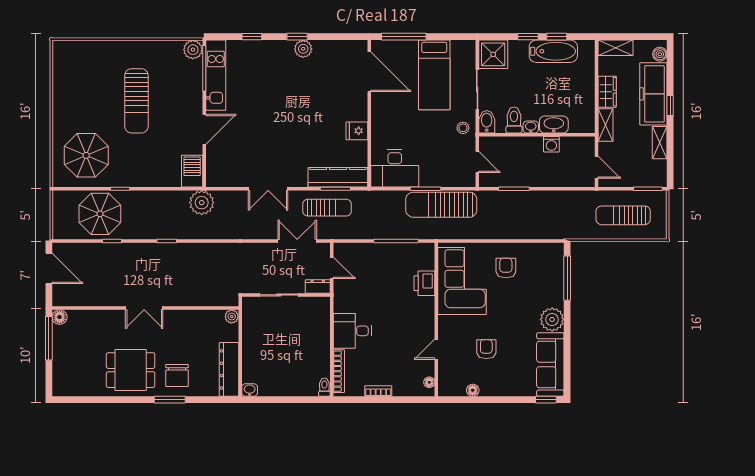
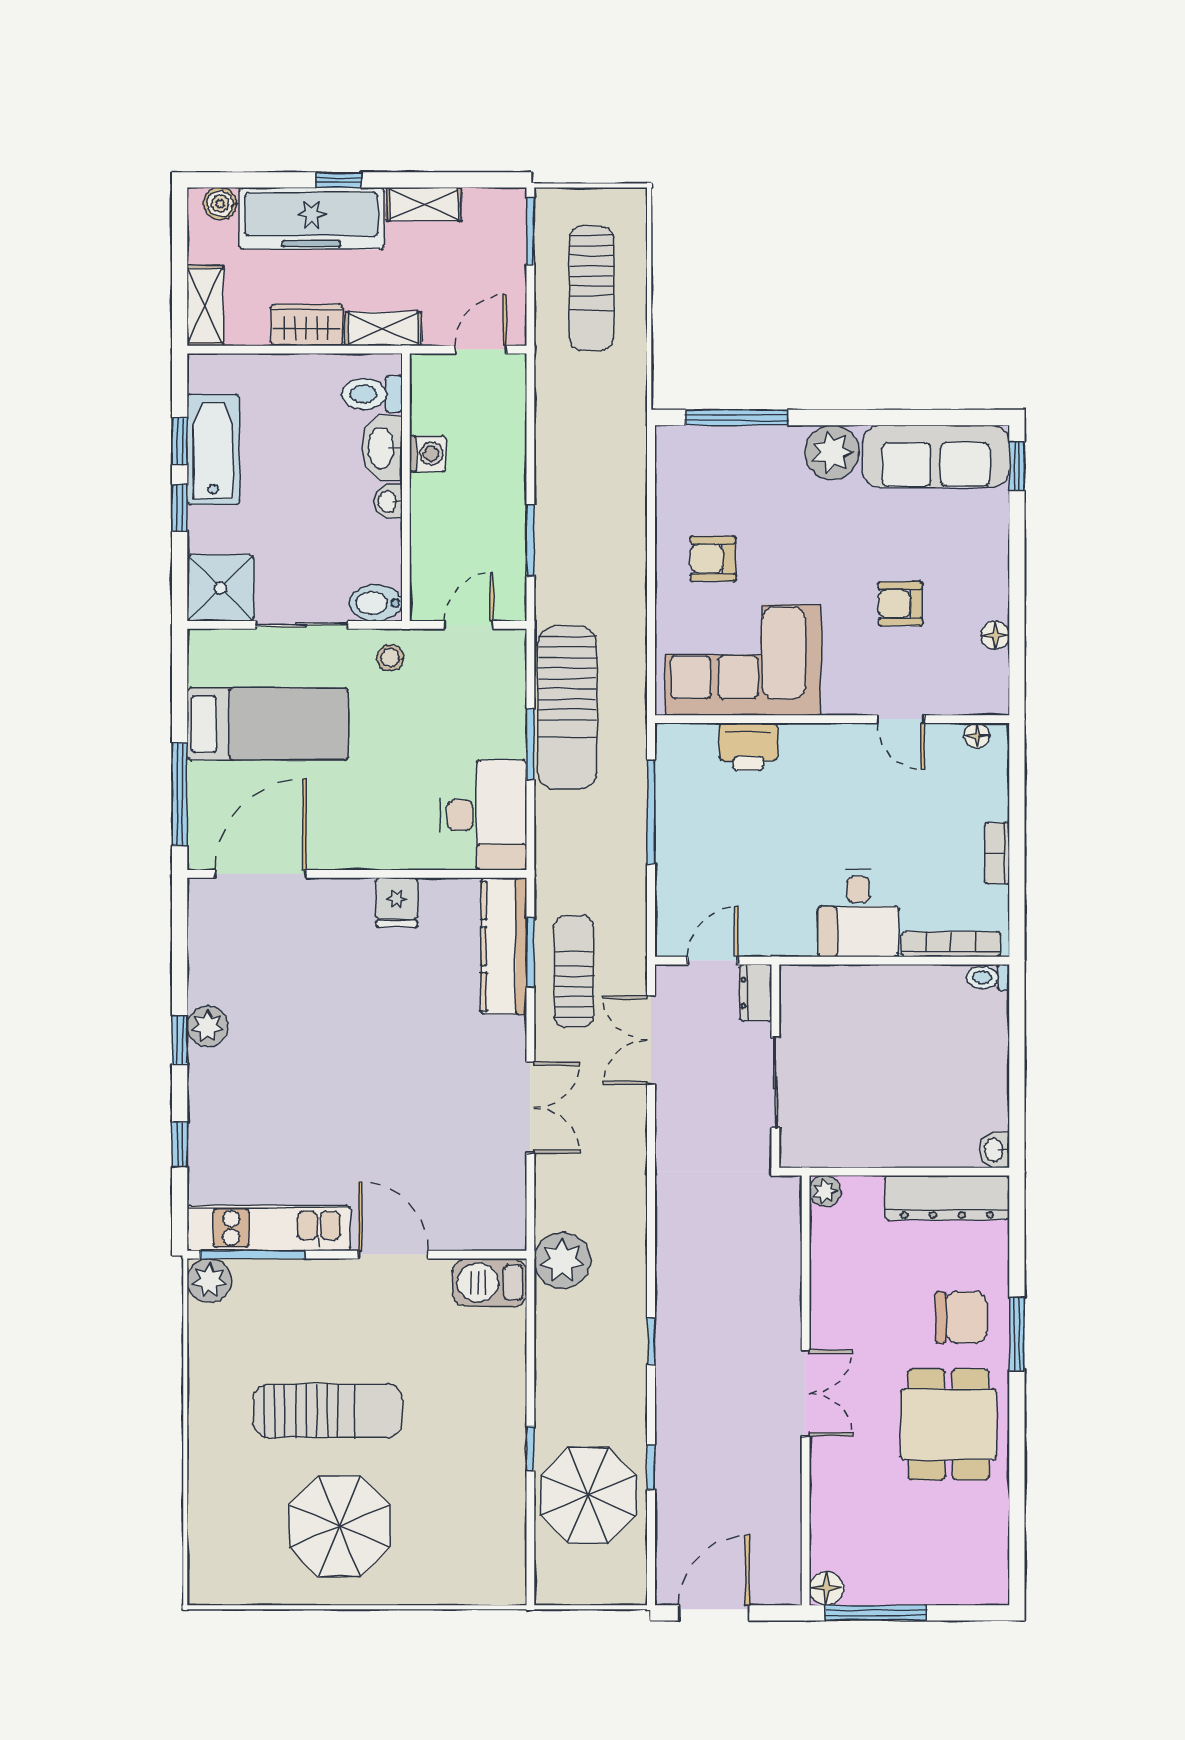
toilet: (514, 120) -> (372, 394), moved
parasol: (86, 155) -> (340, 1526), moved

